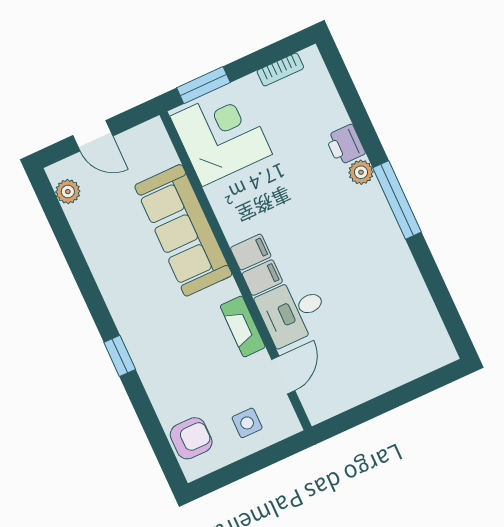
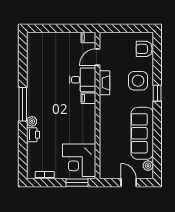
sofa: (183, 230) -> (142, 133), moved, turned 180
filing cabinet: (251, 252) -> (88, 38), moved
side table: (247, 423) -> (138, 81), moved, width x1.87, depth x1.87

